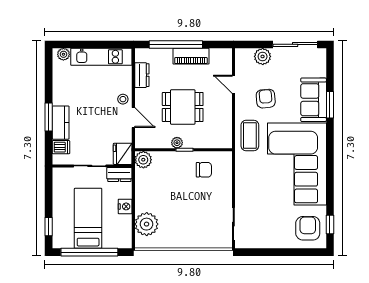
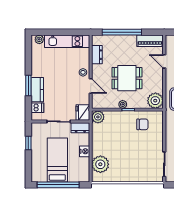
piano: (191, 56) -> (150, 41), moved
plant: (221, 138) -> (155, 101), added
window: (49, 227) -> (28, 143), moved

